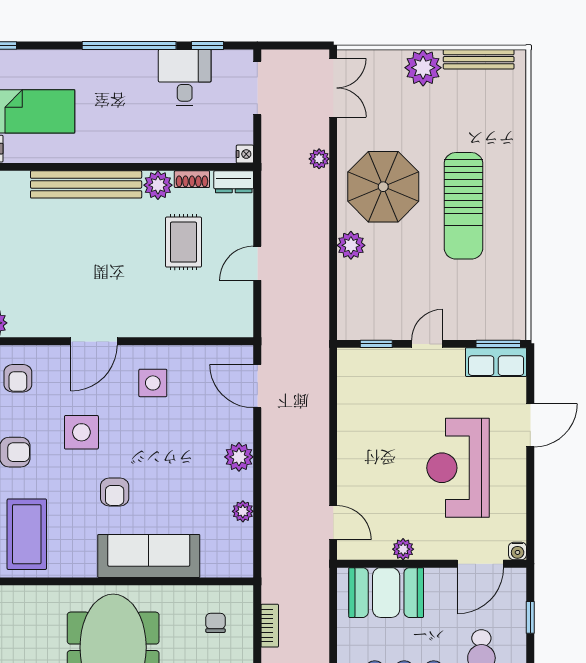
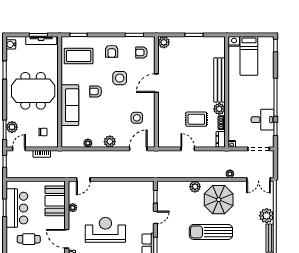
door: (94, 341) -> (156, 83), hinge flipped
door: (427, 344) -> (155, 217), hinge flipped
side table: (153, 383) -> (137, 118), moved

